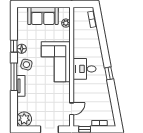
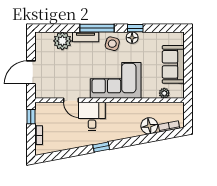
floor lamp: (92, 35) -> (149, 126), added
desk: (84, 69) -> (92, 116), moved
door: (72, 109) -> (71, 100), moved
plant: (24, 119) -> (62, 41), moved

